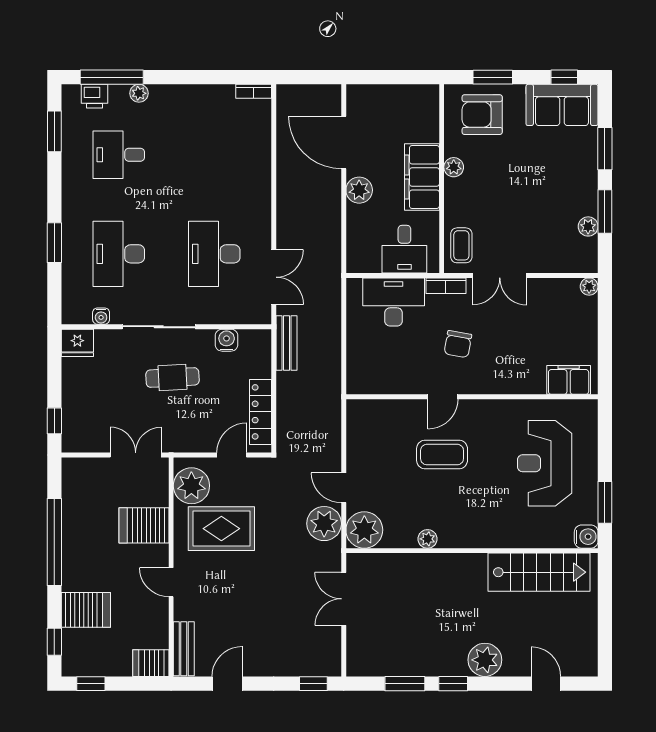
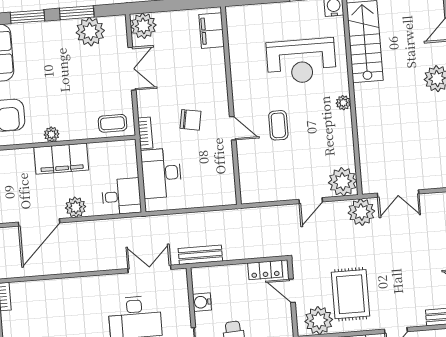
plant: (588, 226) -> (90, 32), width x1.88, depth x1.88
desk: (404, 249) -> (121, 196), moved
double door: (500, 275) -> (132, 69), moved
plant: (589, 287) -> (143, 26), width x1.88, depth x1.88
locker: (261, 412) -> (265, 270), width x0.66
coffee table: (442, 455) -> (278, 125), width x0.73, depth x0.77
reception desk: (545, 463) -> (301, 61), moved
plant: (324, 524) -> (361, 212), moved
plant: (428, 539) -> (343, 103), moved

